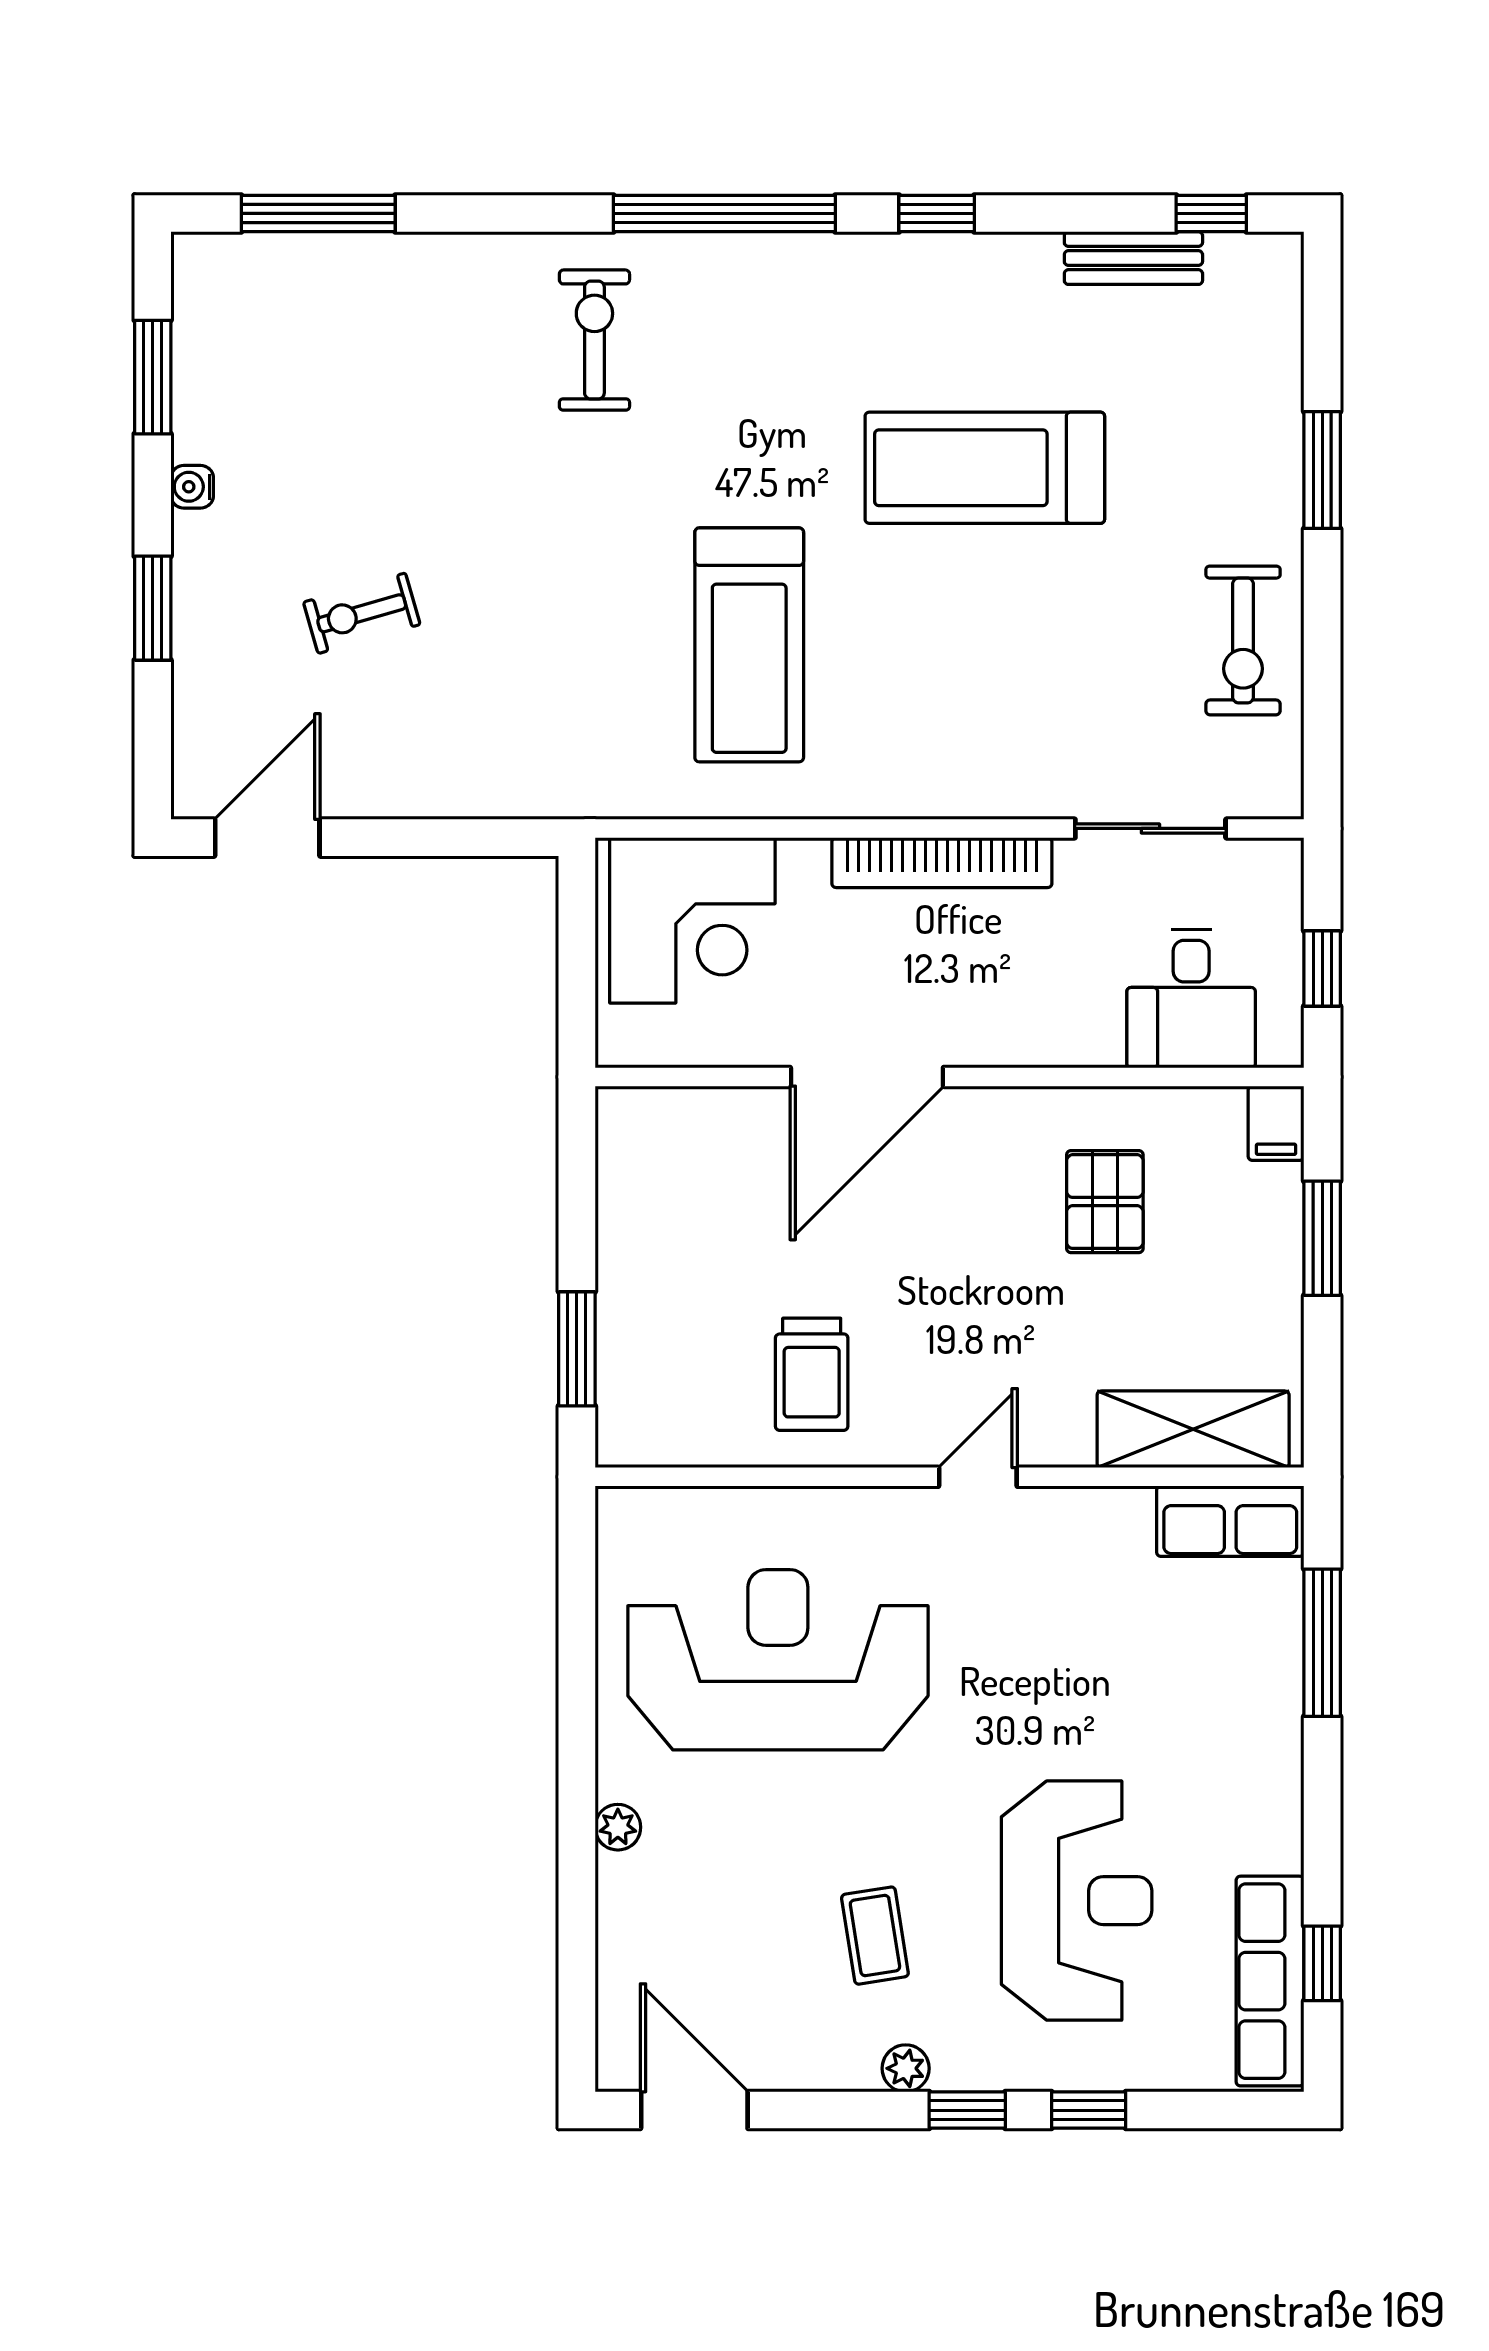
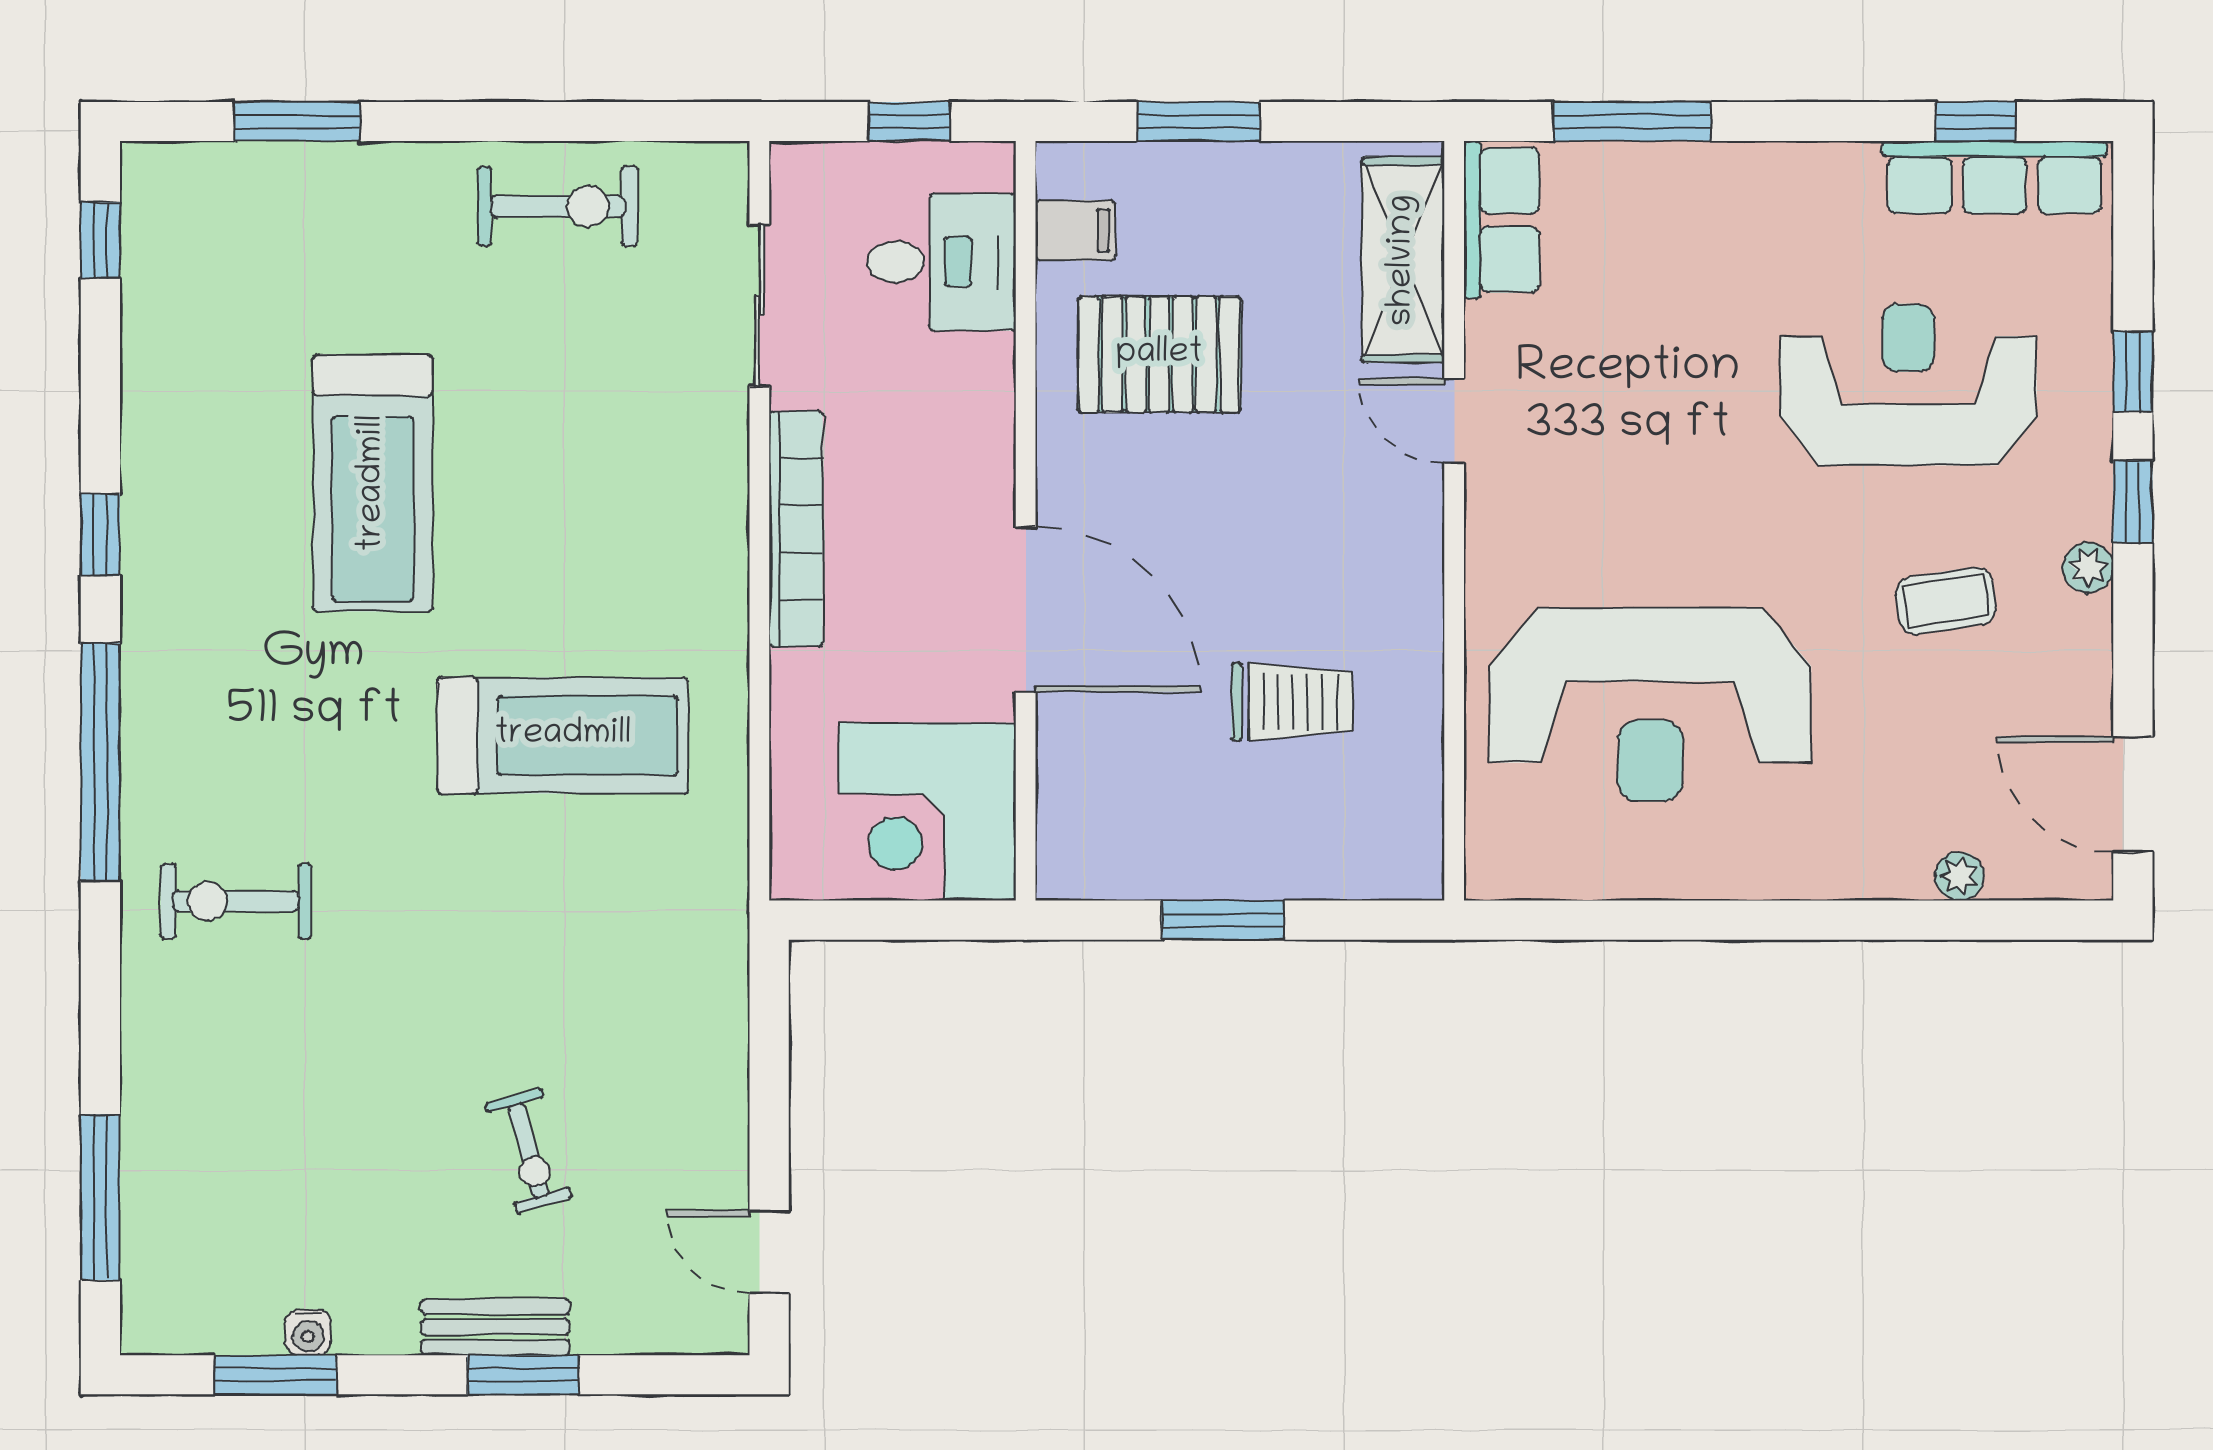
bench: (1133, 258) -> (495, 1327), moved, turned 90
window: (1322, 470) -> (297, 122), moved
water cooler: (192, 487) -> (308, 1332), moved
door: (267, 838) -> (769, 1252), width x0.73
corner desk: (692, 920) -> (927, 812), moved, turned 180
filing cabinet: (1276, 1123) -> (1075, 230), moved
pallet: (1105, 1202) -> (1159, 354), width x1.50, depth x1.42
window: (577, 1349) -> (1223, 920), moved
trolley: (812, 1374) -> (1292, 702), moved
door: (978, 1477) -> (1454, 421), moved
reception desk: (778, 1660) -> (1650, 705), turned -90
plant: (618, 1827) -> (1960, 876), moved
door: (694, 2110) -> (2133, 794), hinge flipped

